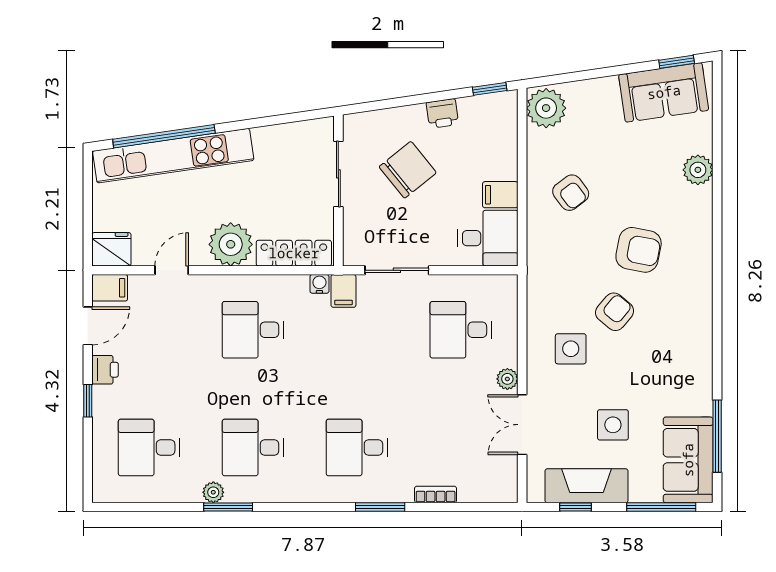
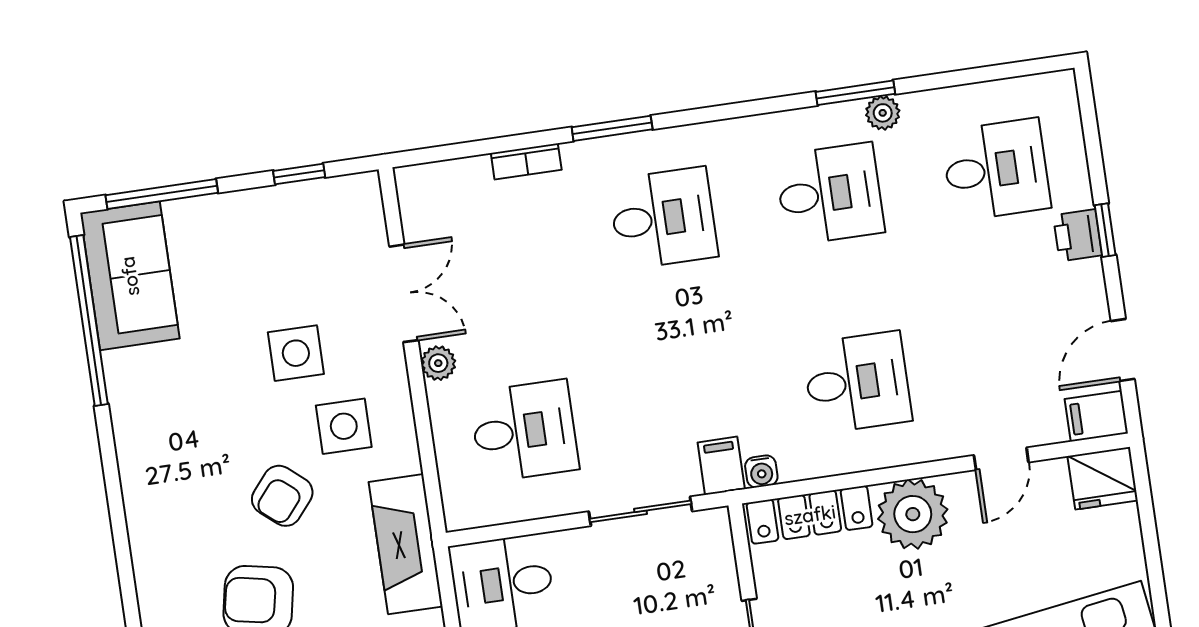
printer: (105, 370) -> (1078, 235), moved
side table: (613, 425) -> (296, 353), moved
window: (717, 436) -> (89, 321), width x1.46
fireplace: (587, 486) -> (406, 544), moved, turned 90

